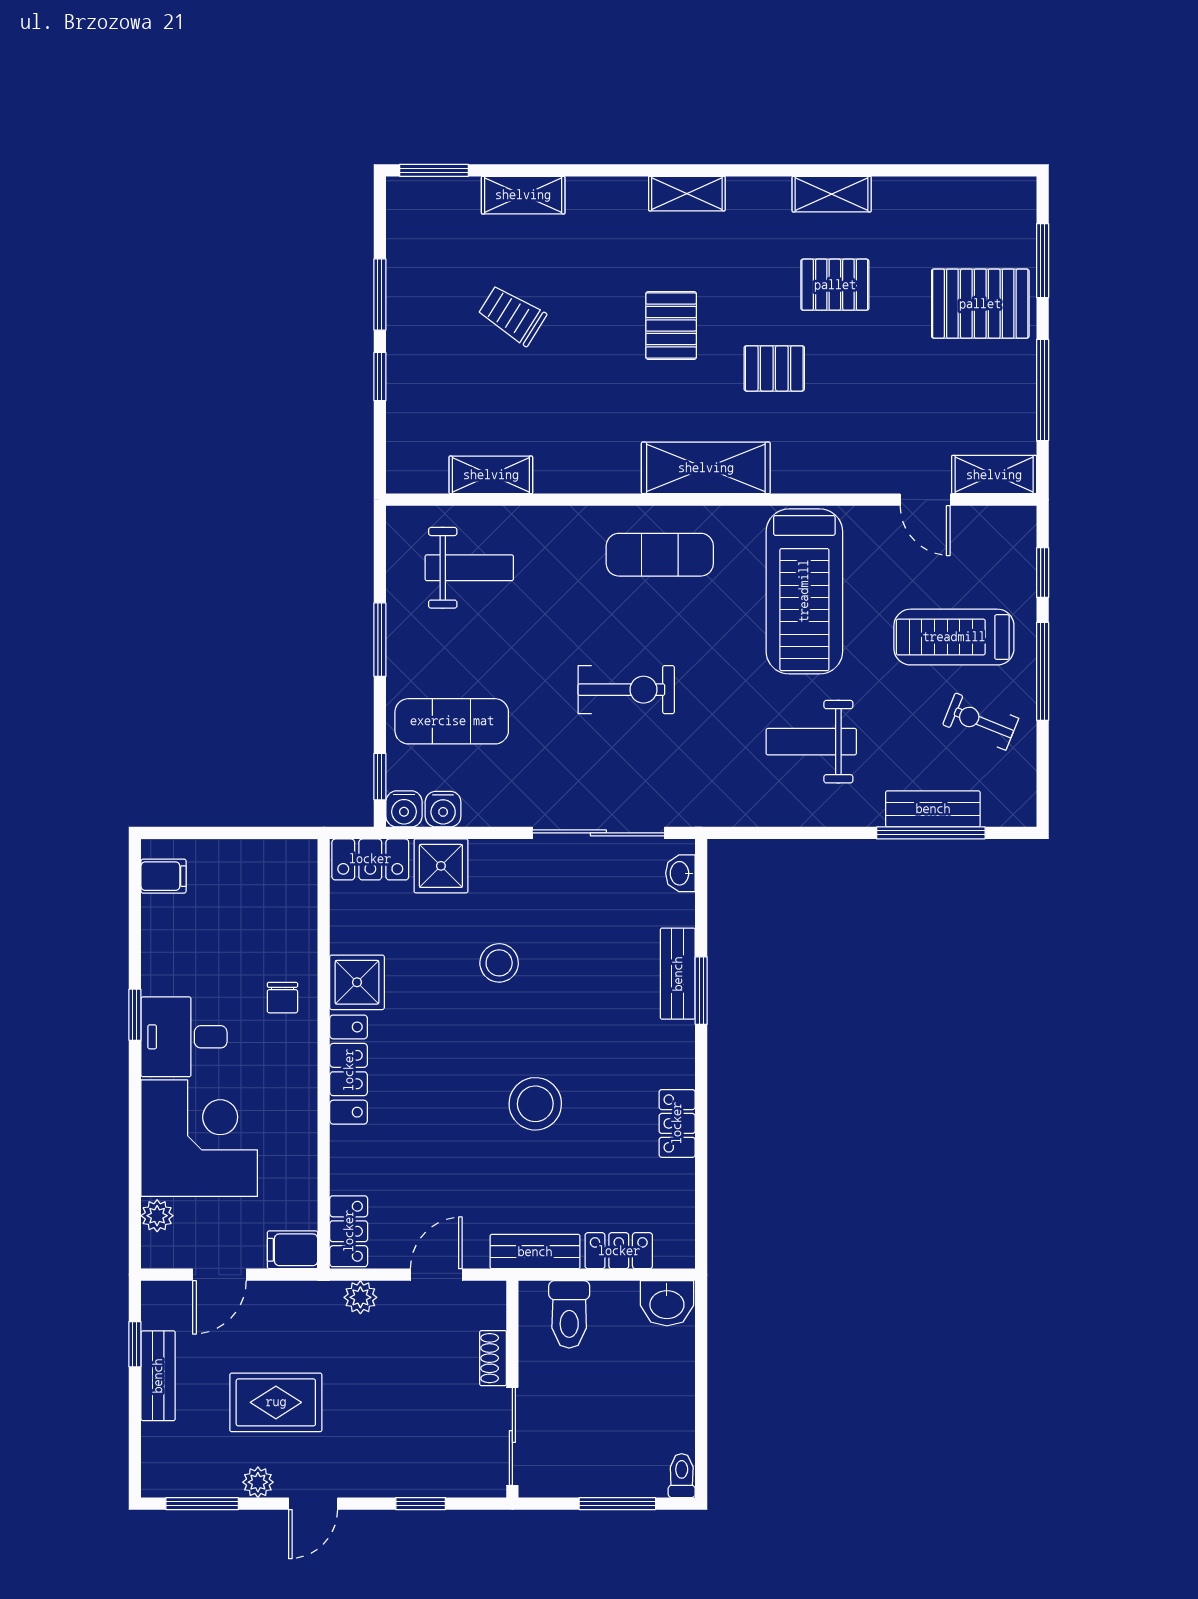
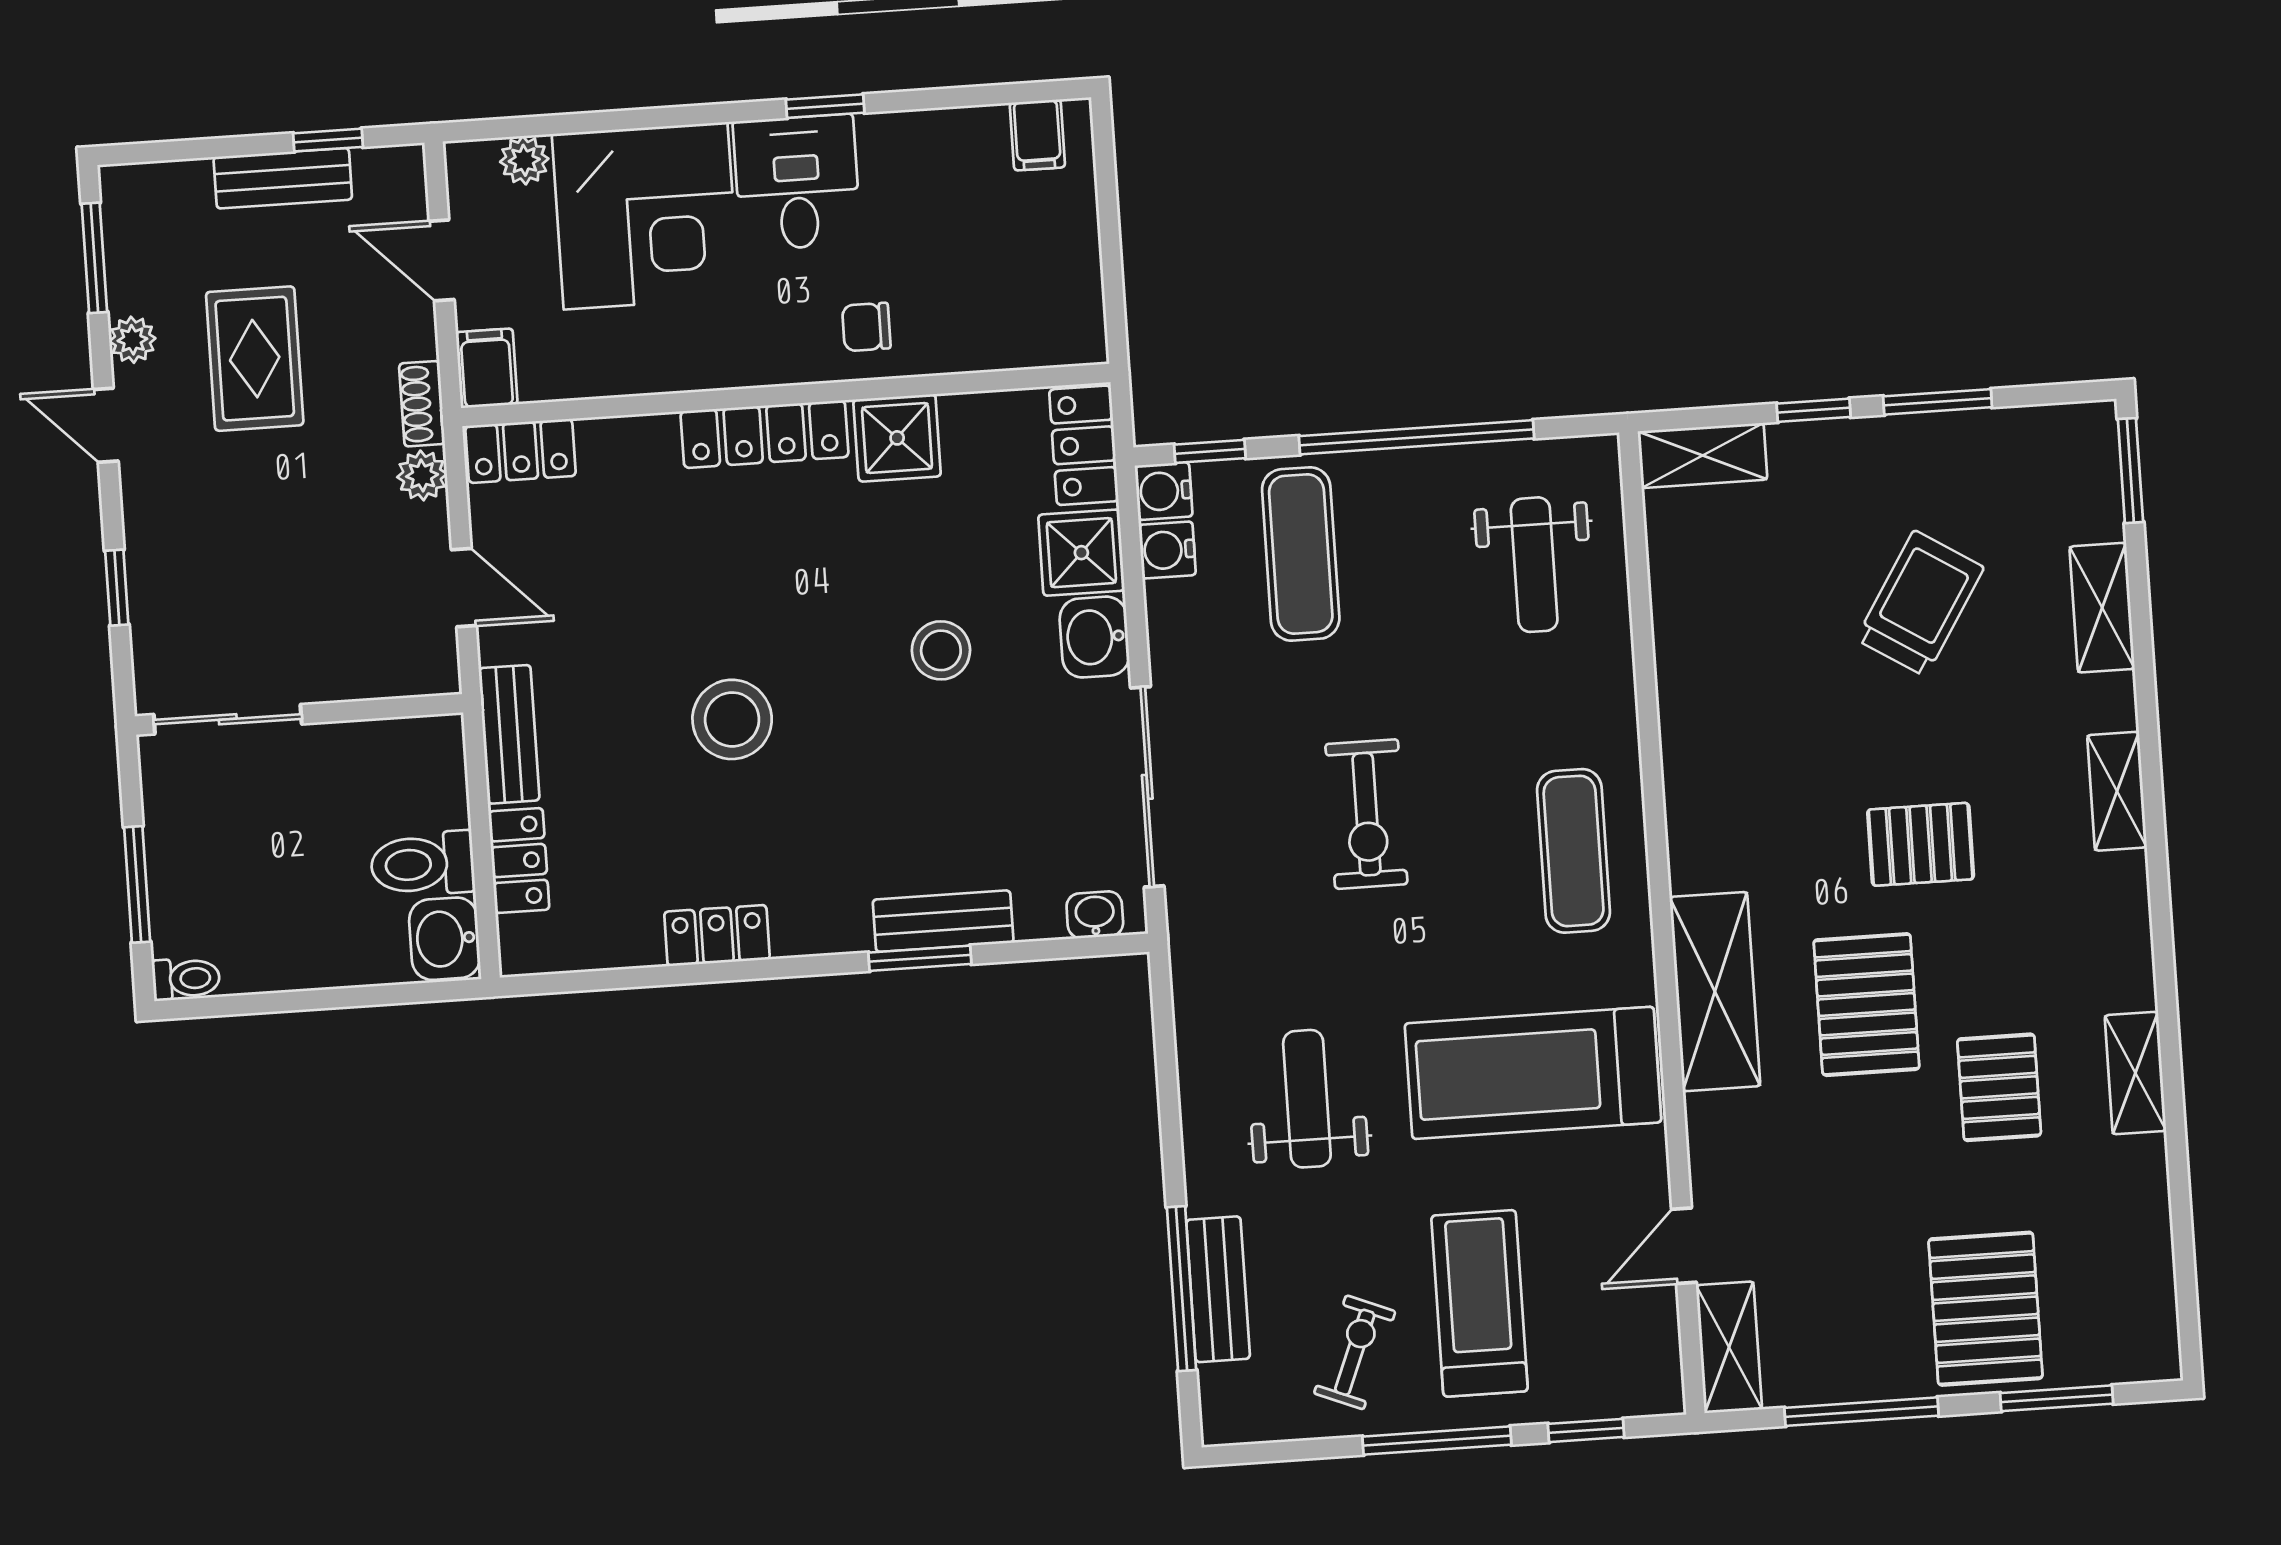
shelving: (687, 194) -> (2117, 791), moved
trolley: (512, 315) -> (1920, 603), width x1.36, depth x1.39
pallet: (774, 368) -> (1866, 1005), width x1.50, depth x1.42
shelving: (706, 468) -> (1715, 992), moved
shelving: (491, 475) -> (1703, 455), moved, turned 90
window: (380, 640) -> (1416, 437), width x2.11
washbasin: (497, 861) -> (1094, 637), added
toilet: (569, 1314) -> (423, 864), moved
shoe rack: (493, 1358) -> (422, 404), moved, turned -90

